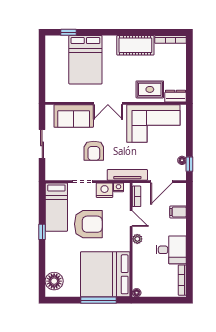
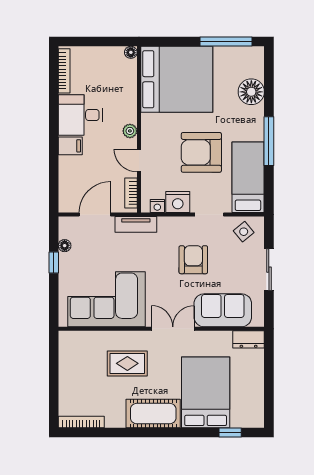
cot: (135, 45) -> (153, 414), moved
rug: (150, 89) -> (127, 363), moved
dresser: (176, 96) -> (249, 339), moved
window: (189, 164) -> (54, 263), moved
side table: (59, 170) -> (244, 232), added
tv unit: (127, 175) -> (136, 224), width x0.71
filing cabinet: (178, 212) -> (70, 146), moved
window: (42, 232) -> (269, 141), width x2.17
floor lamp: (54, 281) -> (251, 92), moved
window: (98, 300) -> (226, 42), moved

